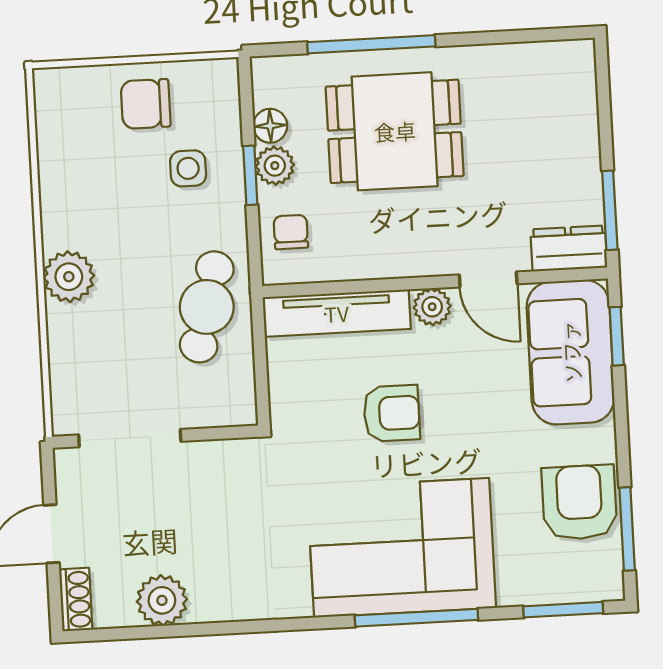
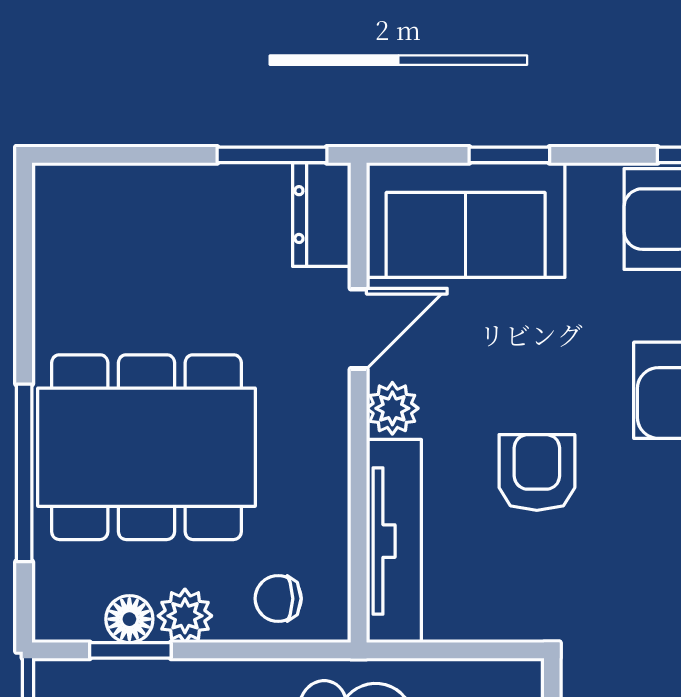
dining table: (395, 131) -> (146, 447), width x1.37
window: (250, 175) -> (130, 650), moved
window: (617, 336) -> (509, 155), moved

